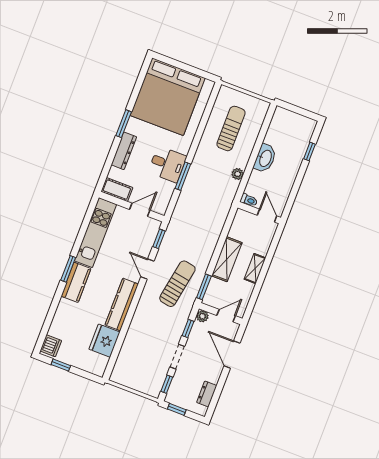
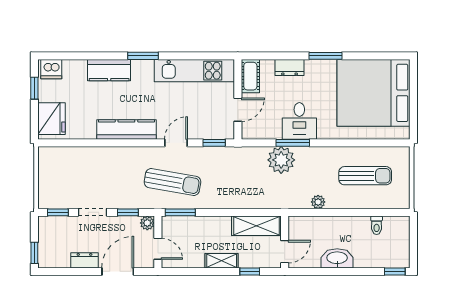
dresser: (124, 151) -> (290, 68), width x0.70
window: (310, 151) -> (395, 271), moved
washbasin: (265, 158) -> (337, 258), moved, turned 180
plant: (193, 191) -> (281, 160), added
toilet: (249, 200) -> (377, 225), moved
door: (140, 210) -> (238, 110), hinge flipped
window: (272, 249) -> (250, 271), added
shelving: (227, 259) -> (256, 226), moved
kitchen counter: (76, 282) -> (109, 70), moved
fridge: (104, 341) -> (52, 119), moved, turned 90
dresser: (207, 394) -> (84, 260), moved
window: (177, 409) -> (34, 253), moved

